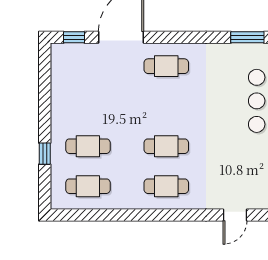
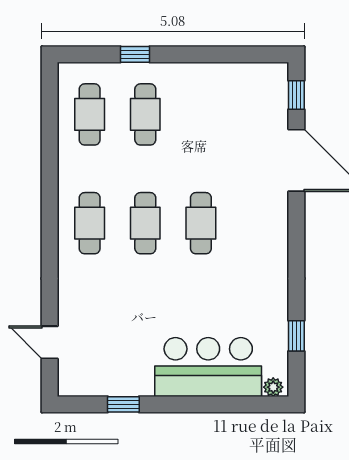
window: (247, 37) -> (296, 336), width x0.67
cafe table: (166, 66) -> (201, 223), moved
door: (235, 215) -> (50, 342), moved

